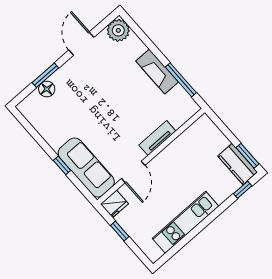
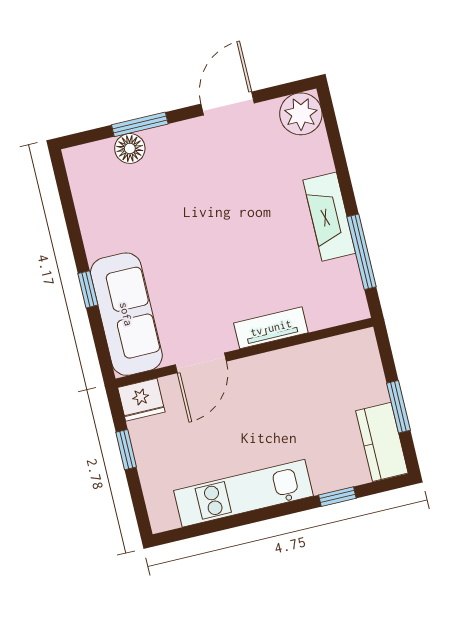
window: (248, 156) -> (398, 407), moved
window: (243, 190) -> (337, 497), moved

